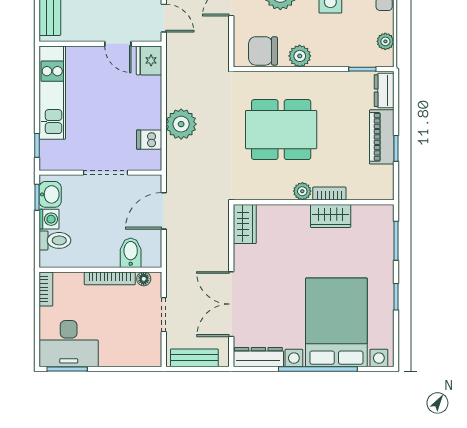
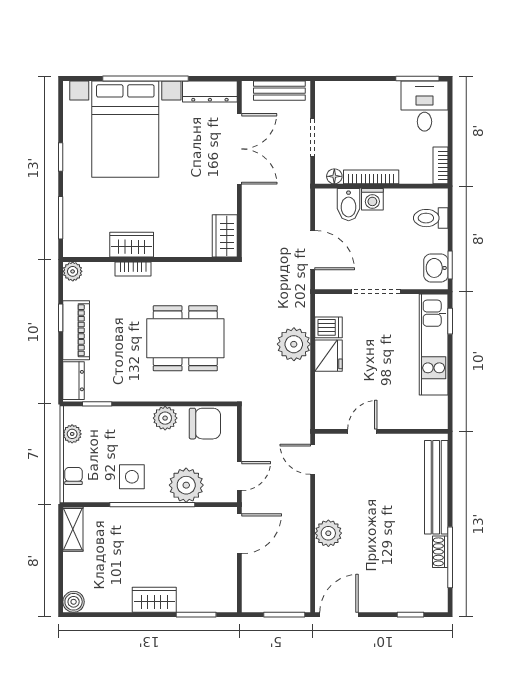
door: (118, 44) -> (362, 431), hinge flipped
fridge: (149, 60) -> (329, 356), moved
kitchen unit: (52, 93) -> (434, 345), moved
plant: (302, 191) -> (73, 271), moved
door: (164, 211) -> (313, 250), hinge flipped
washing machine: (49, 219) -> (372, 199), moved, turned -90
desk: (69, 344) -> (424, 106), width x0.73

